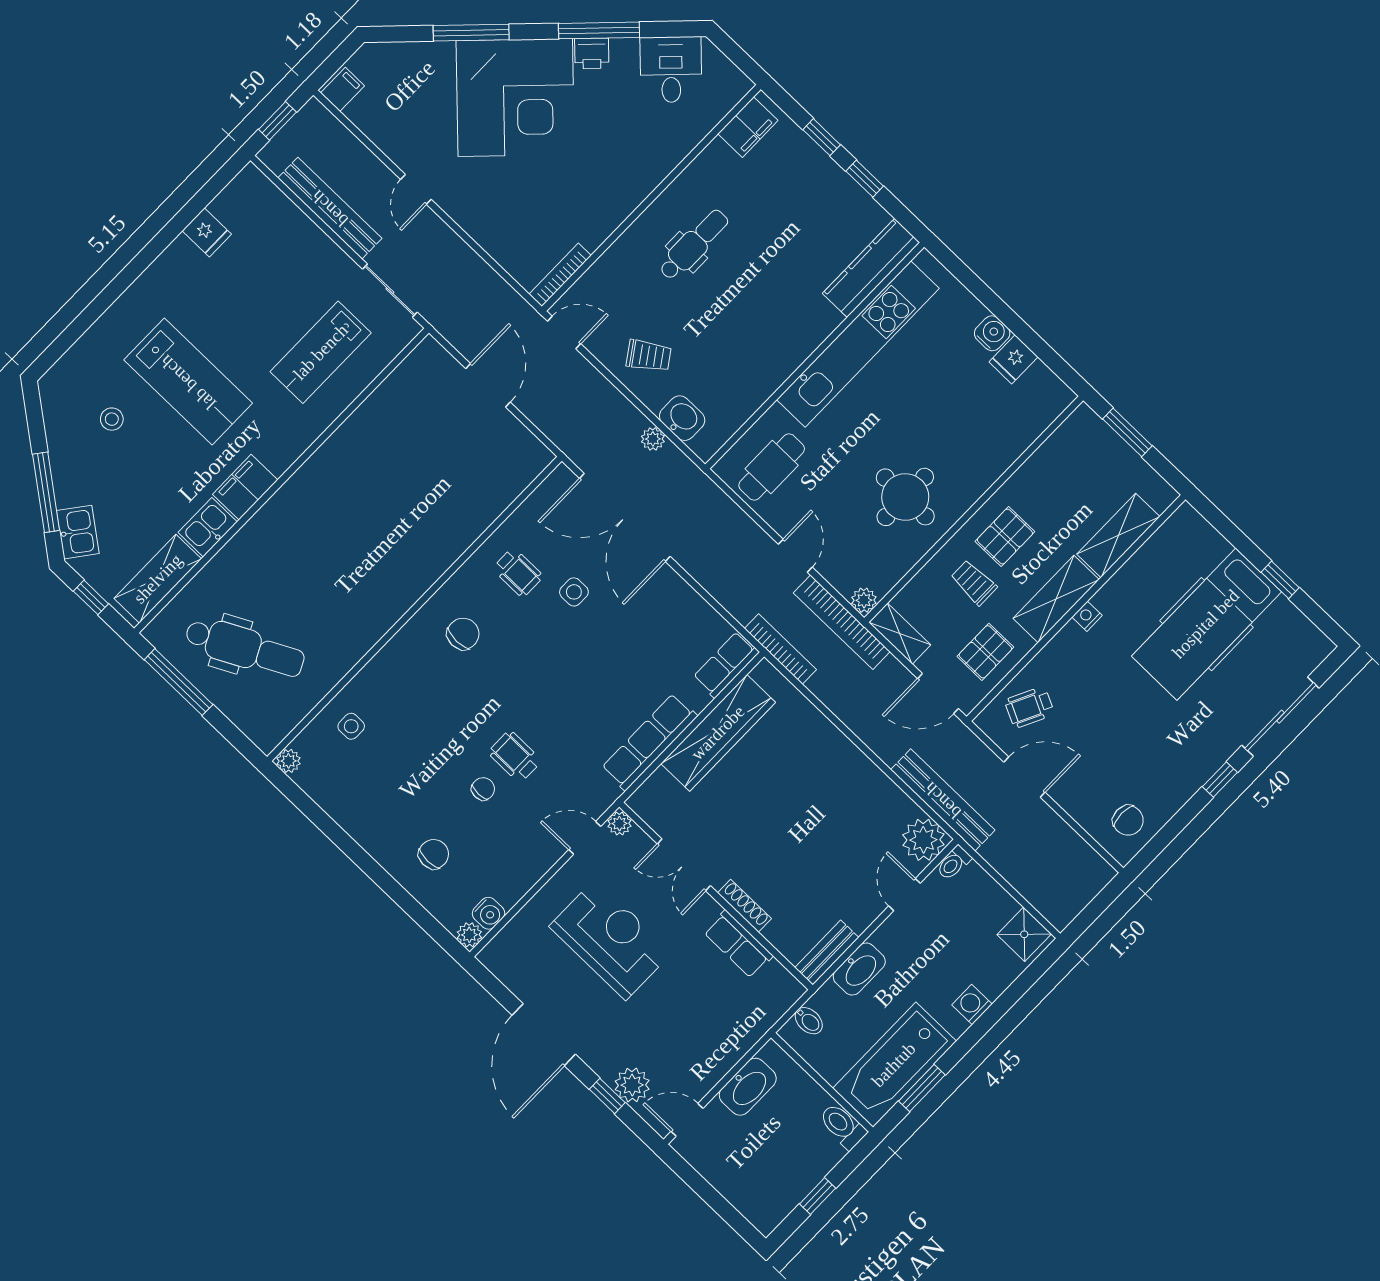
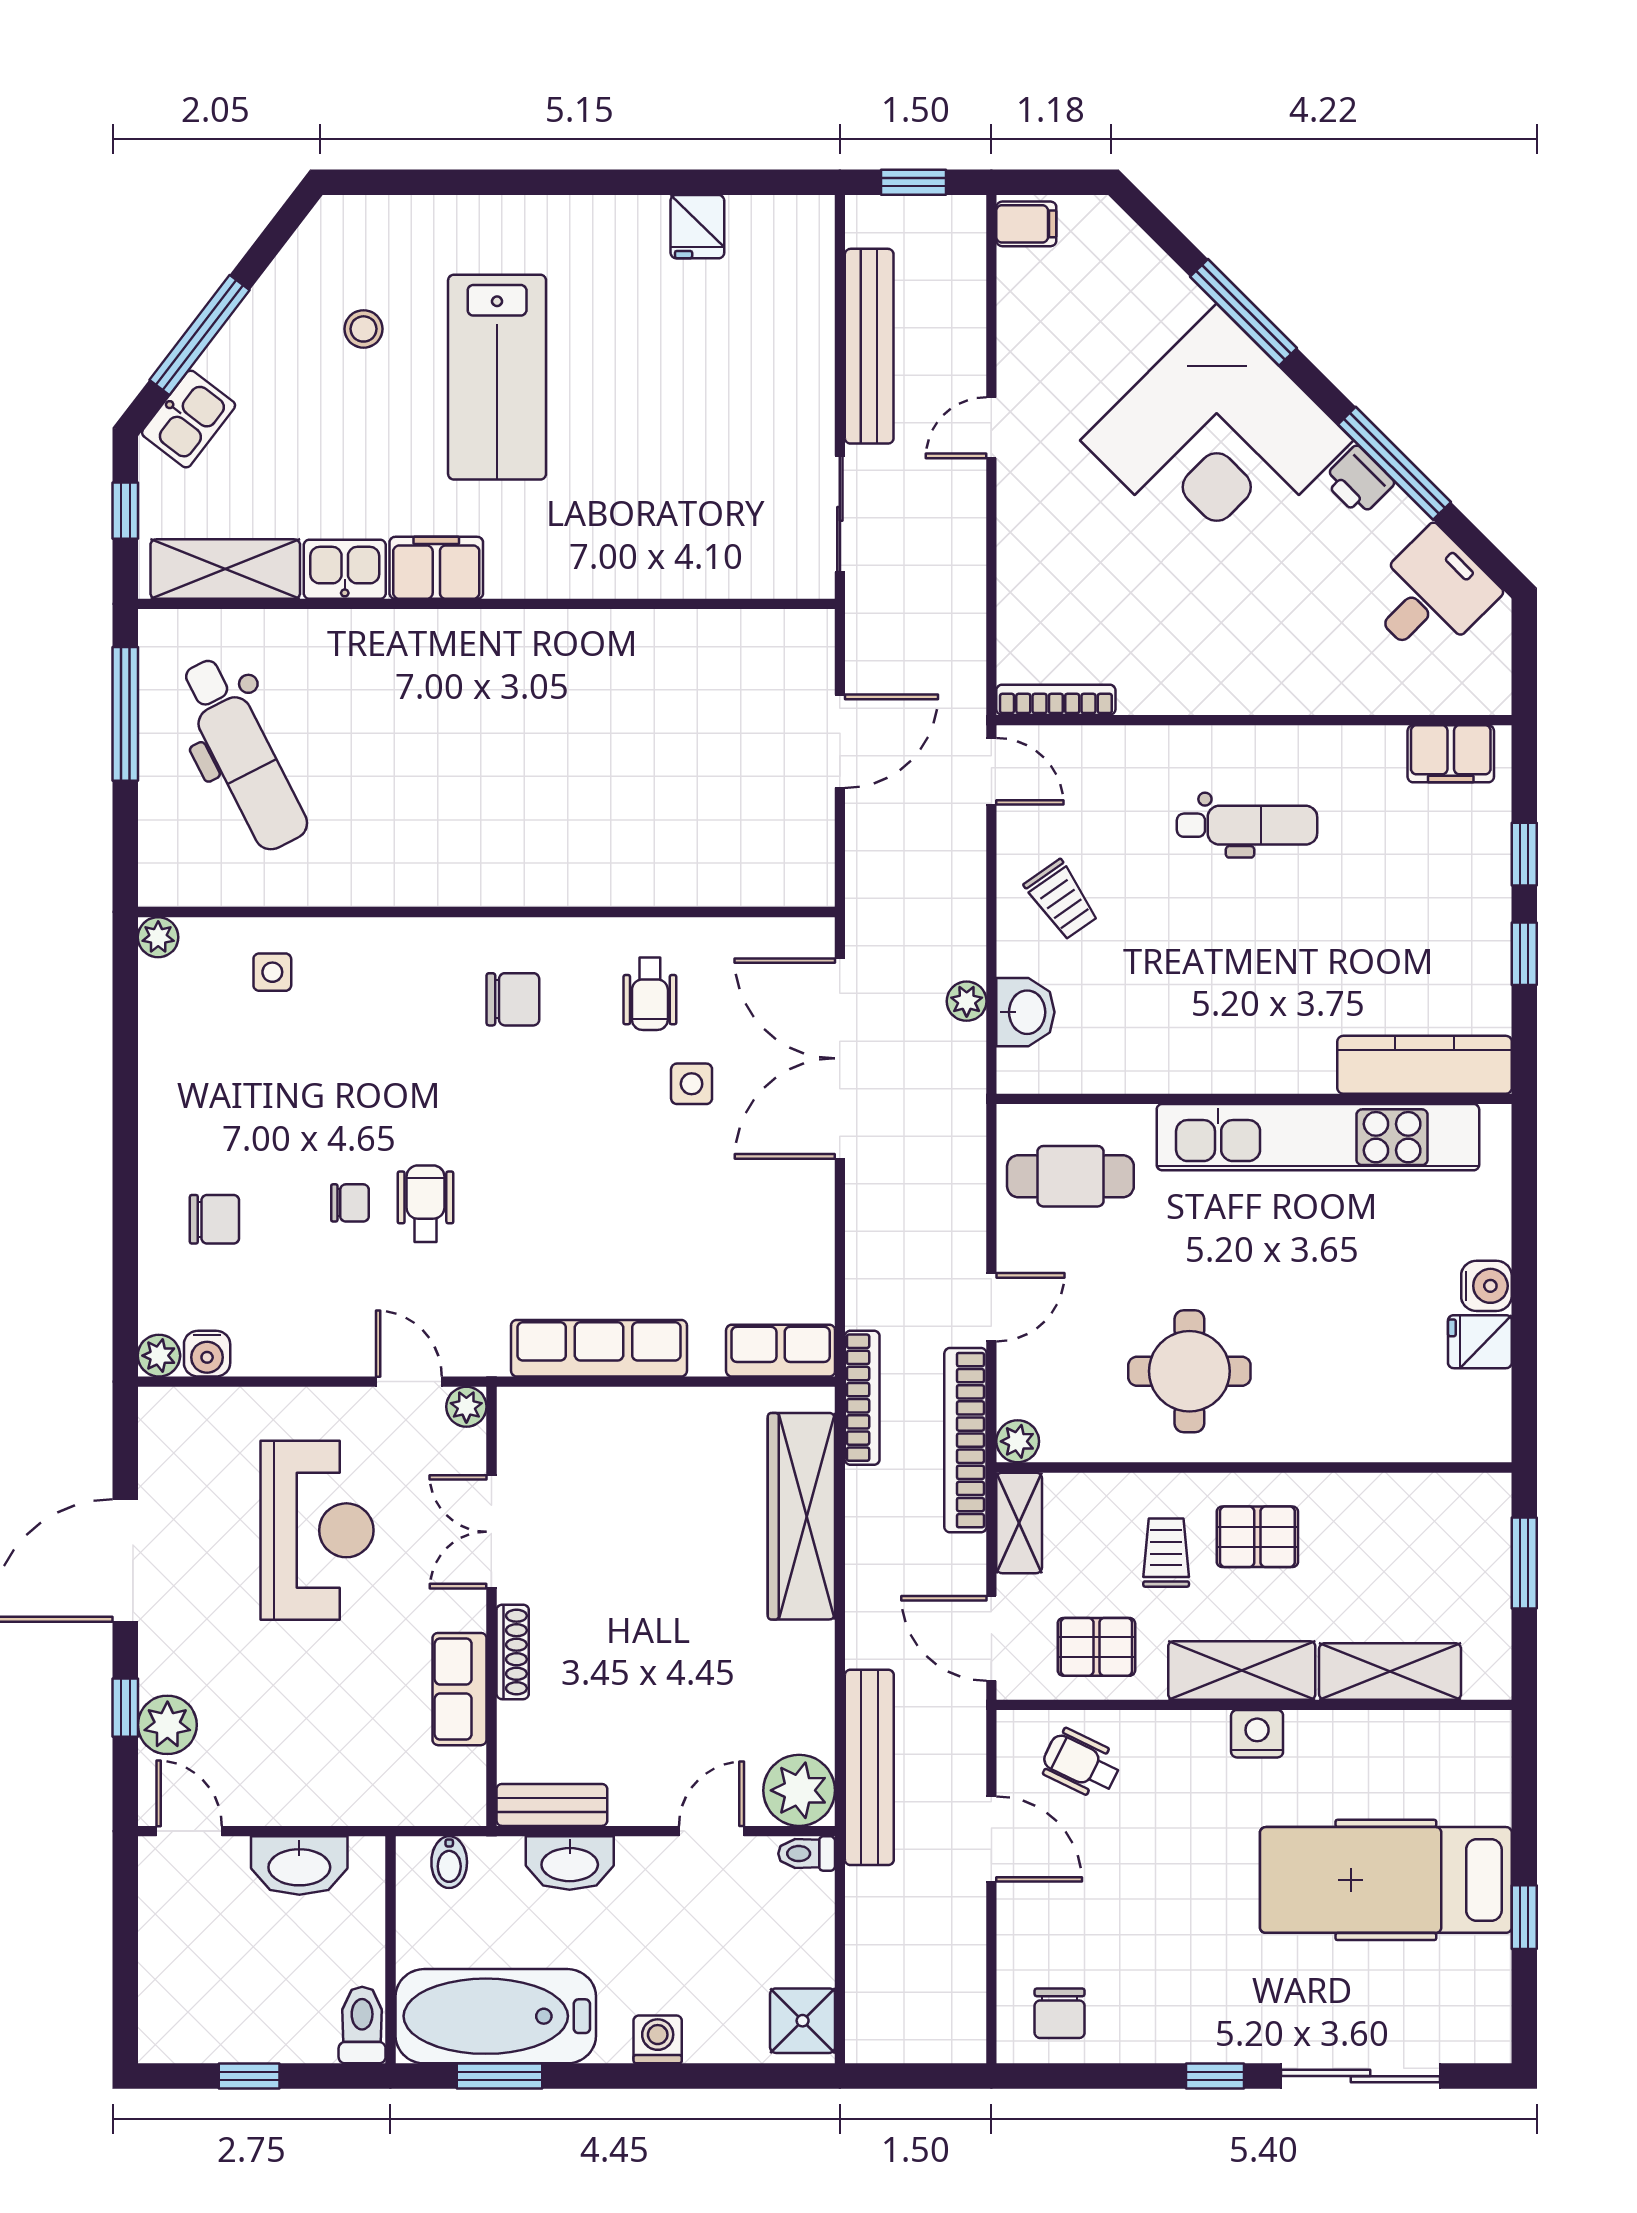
lab bench: (321, 352) -> (685, 502), removed
nightstand: (1087, 616) -> (1257, 1734), width x1.39, depth x1.35
wardrobe: (718, 733) -> (801, 1516), moved, turned 90

